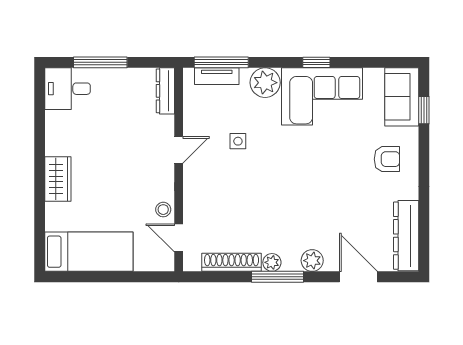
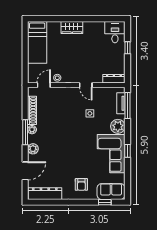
window: (100, 62) -> (127, 48), width x0.46

